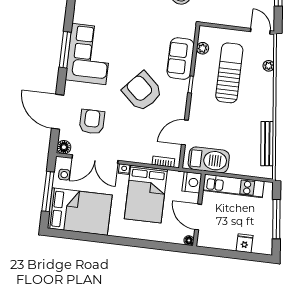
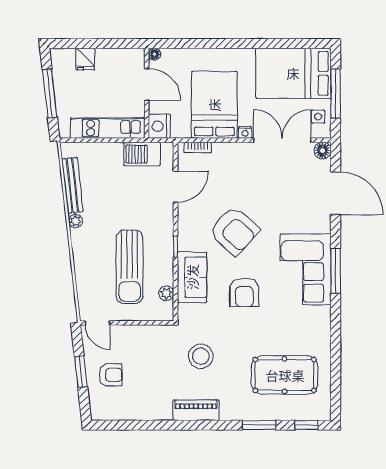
plant: (269, 66) -> (75, 221), moved
armchair: (92, 122) -> (244, 292), moved
barbecue: (209, 160) -> (142, 154), width x0.73, depth x0.83

